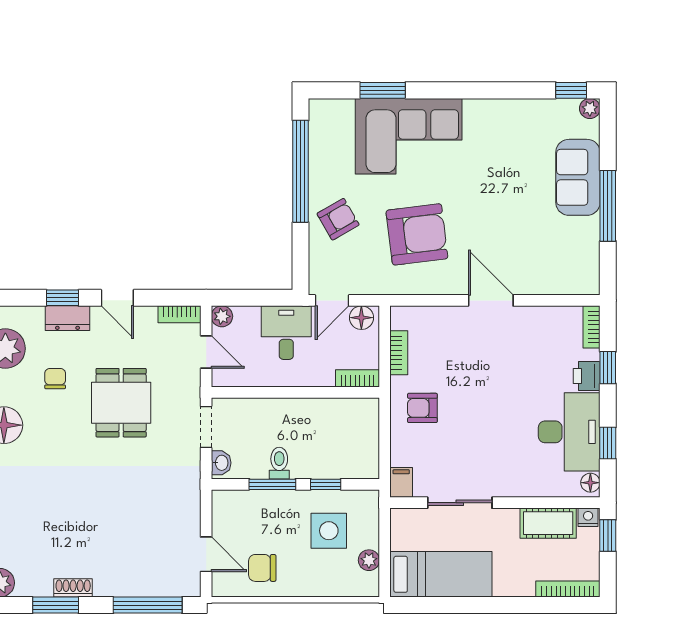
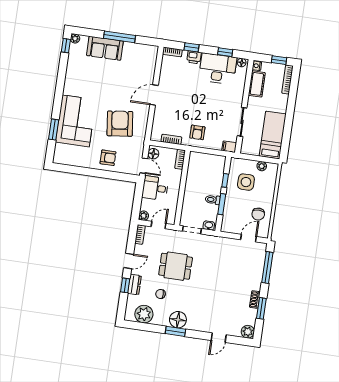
window: (301, 171) -> (84, 171), removed
armchair: (338, 219) -> (108, 158), turned 120
window: (608, 536) -> (279, 60), moved

